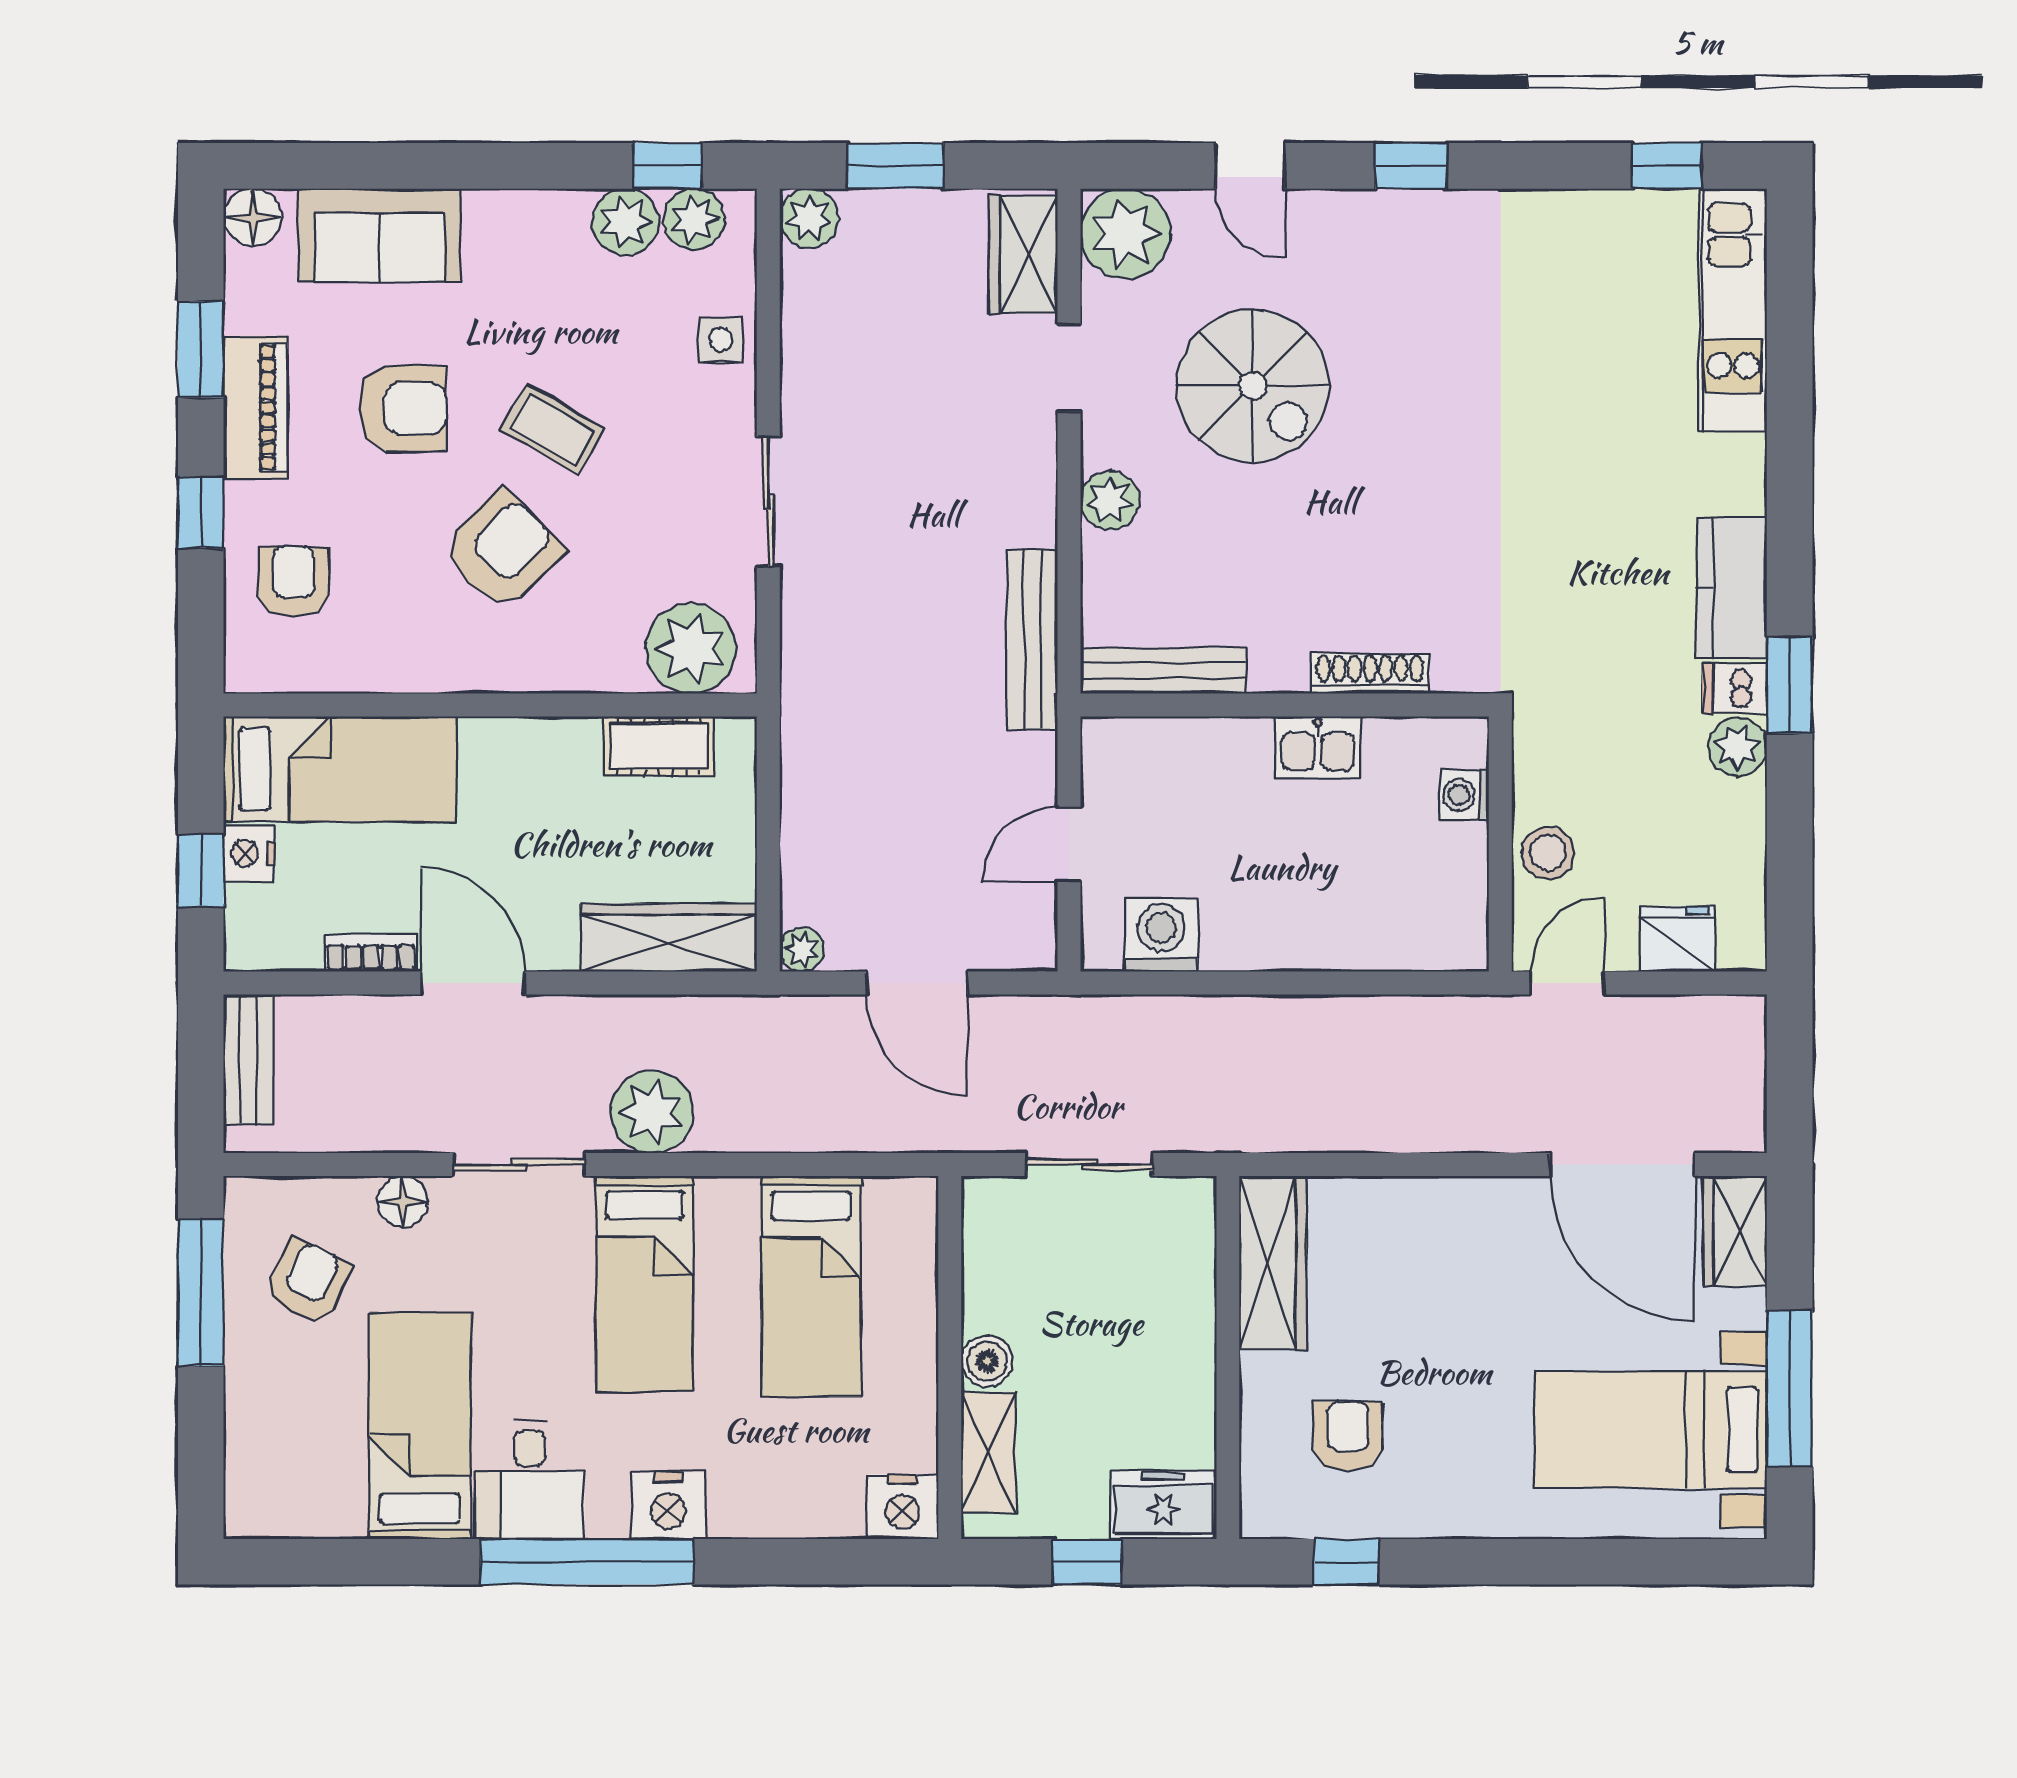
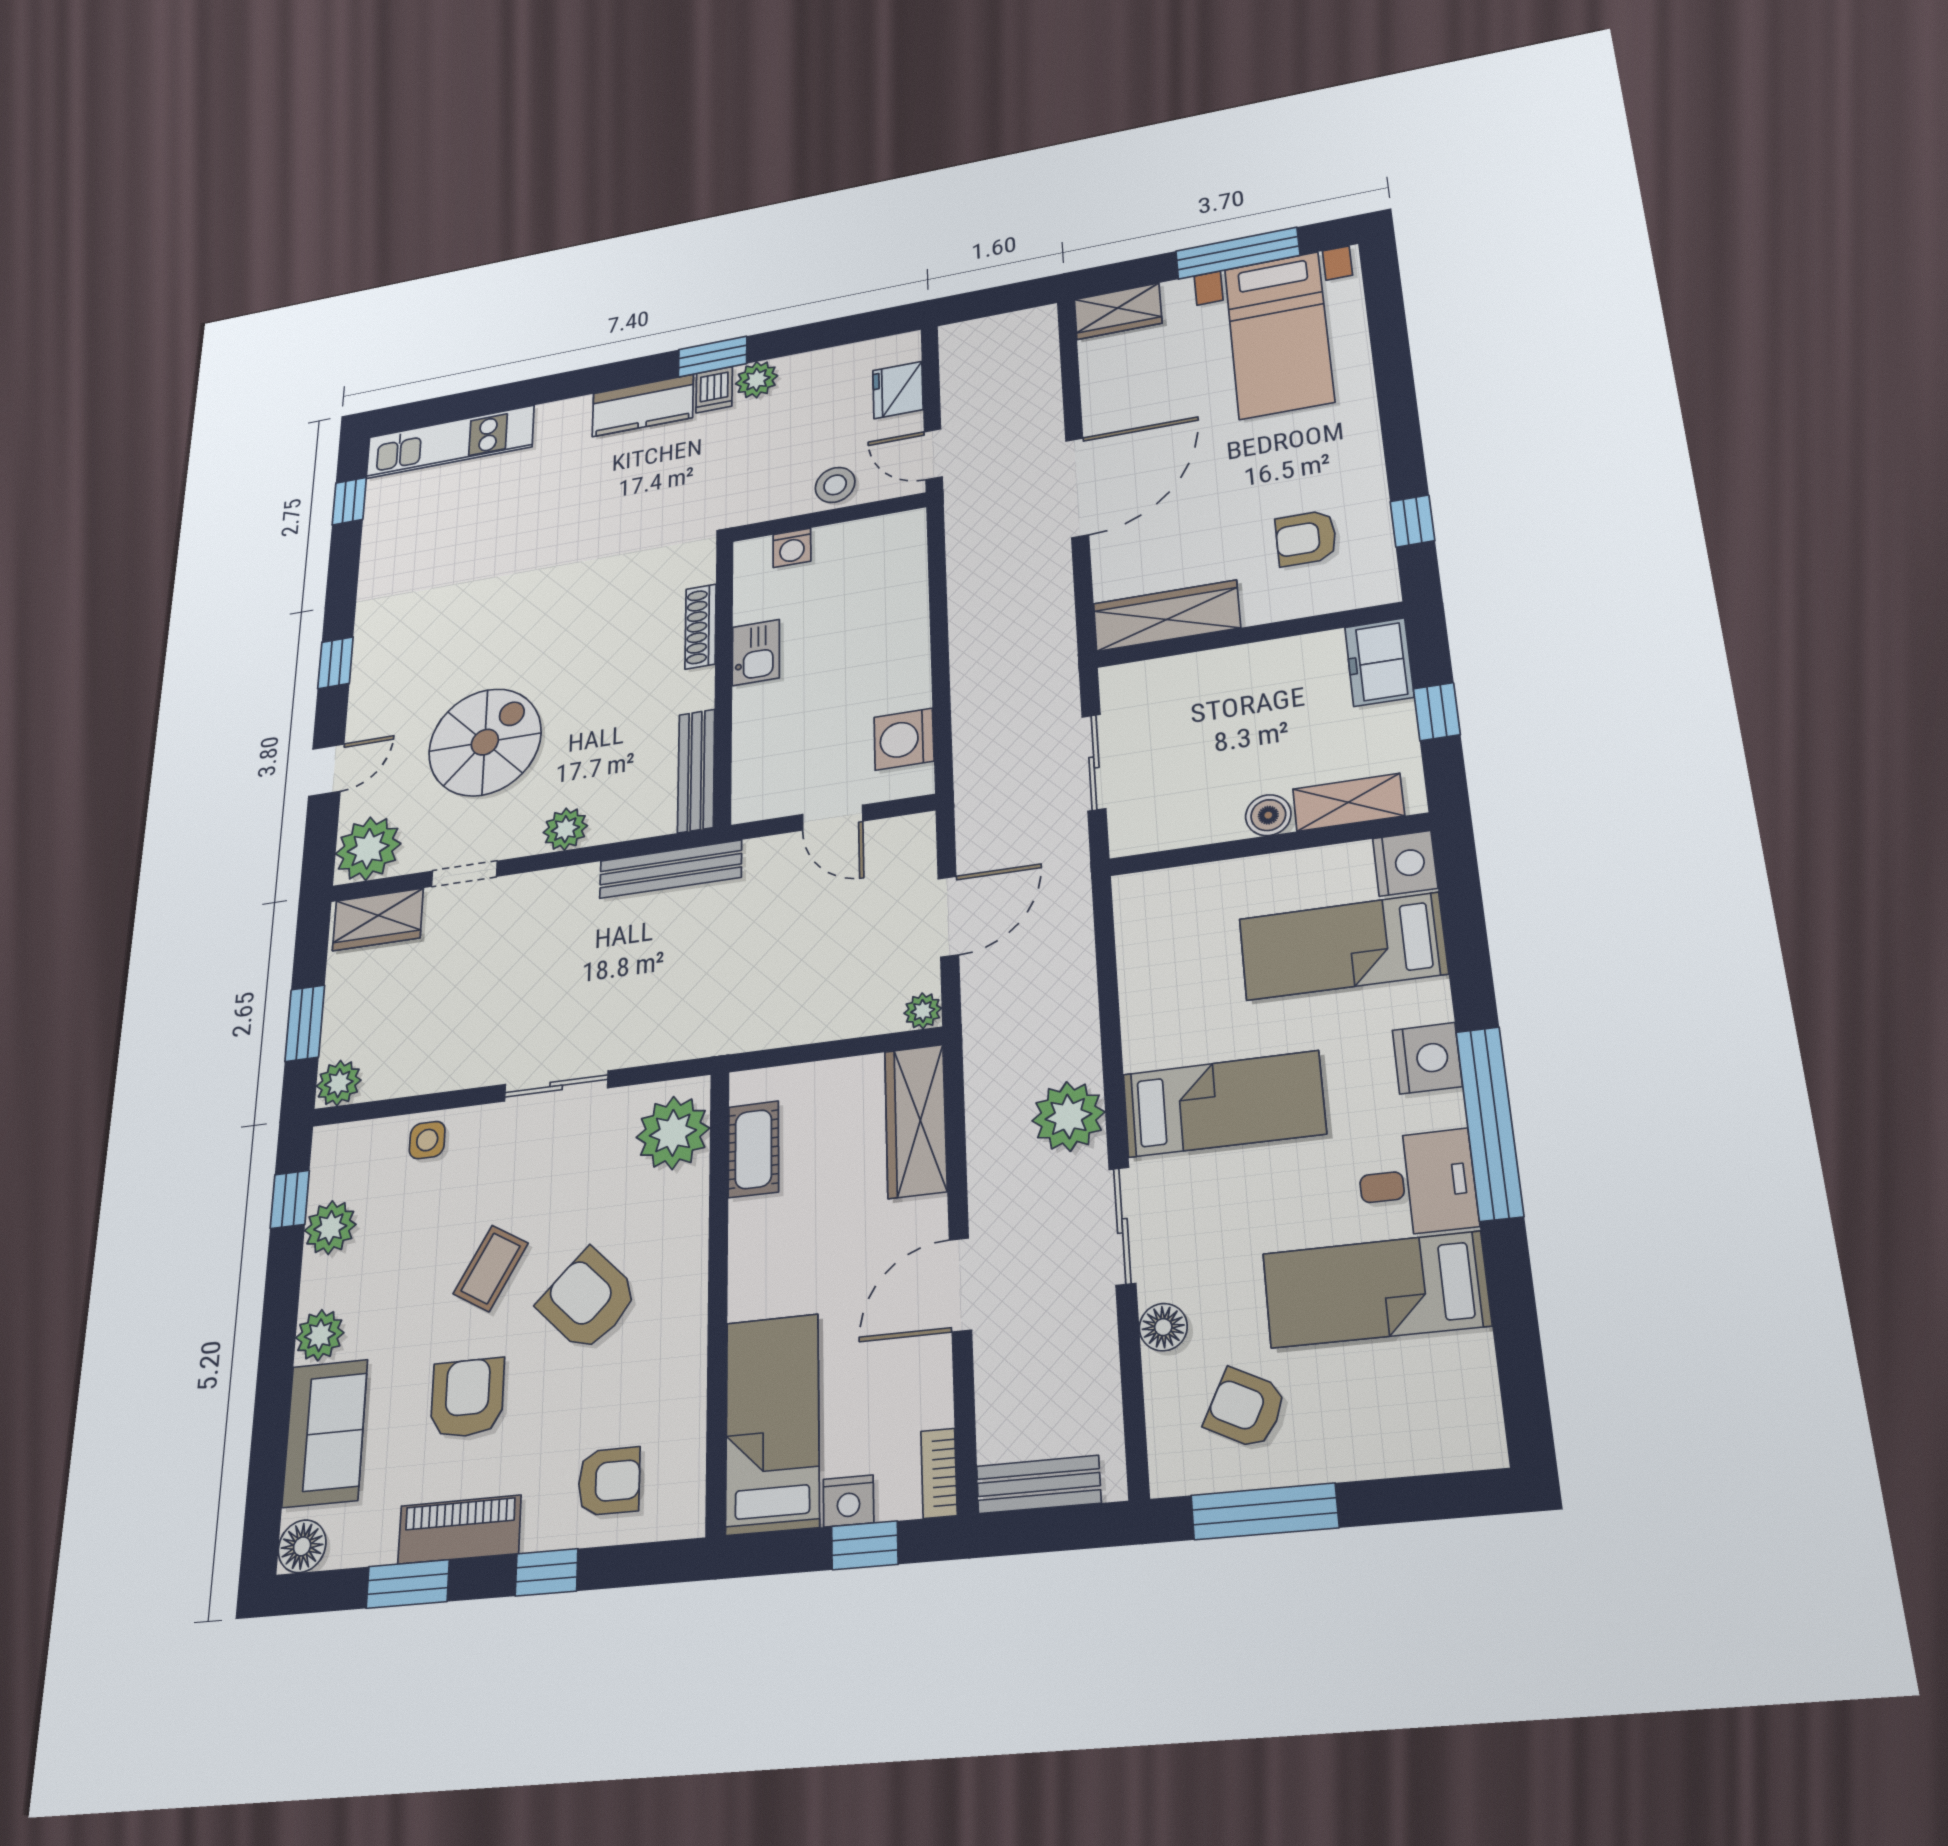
plant: (694, 219) -> (320, 1335), moved
armchair: (294, 582) -> (609, 1481), turned 180
bookcase: (371, 953) -> (939, 1473), moved
door: (1622, 1165) -> (1077, 488), moved
bed: (811, 1286) -> (1342, 946), moved, turned 180

